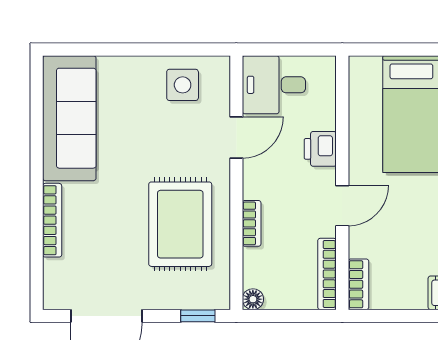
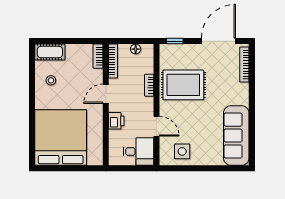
door: (236, 137) -> (156, 126), swing flipped
bookcase: (52, 220) -> (244, 65), moved
rug: (180, 224) -> (183, 85), turned 90
floor lamp: (253, 299) -> (136, 49), moved

